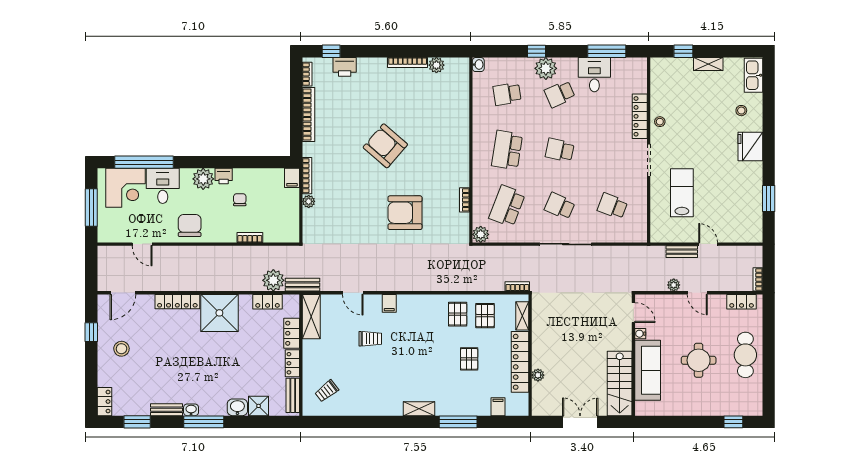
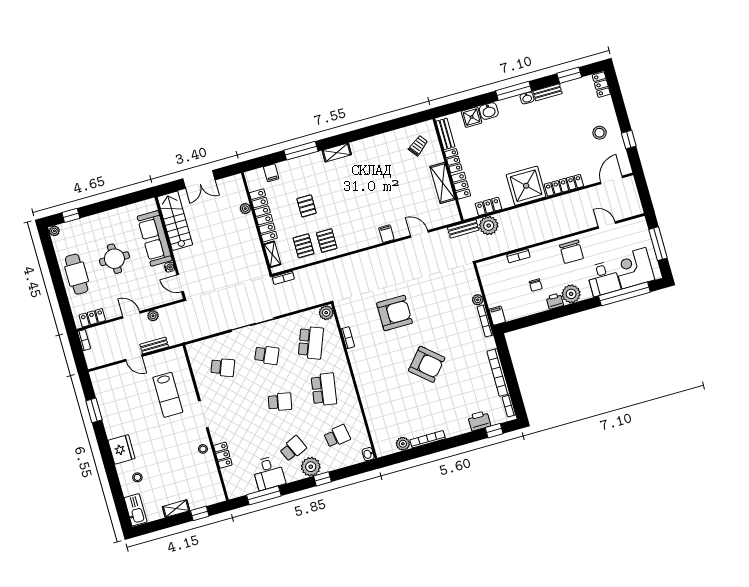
locker: (640, 116) -> (223, 455), width x0.66
shelving: (311, 317) -> (443, 183), moved
trolley: (370, 339) -> (394, 200), removed
plant: (757, 410) -> (54, 231), added

